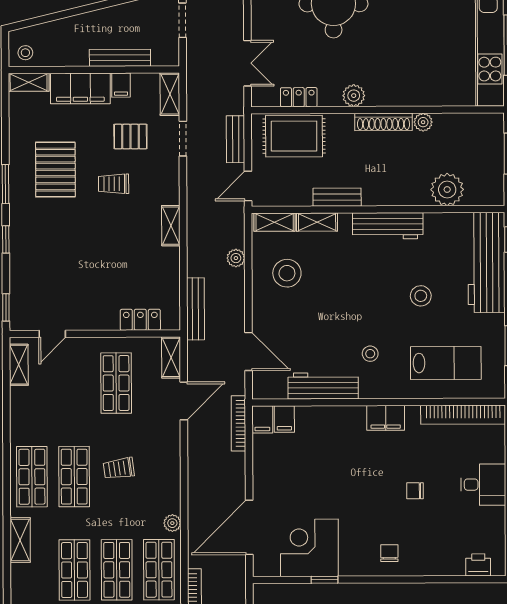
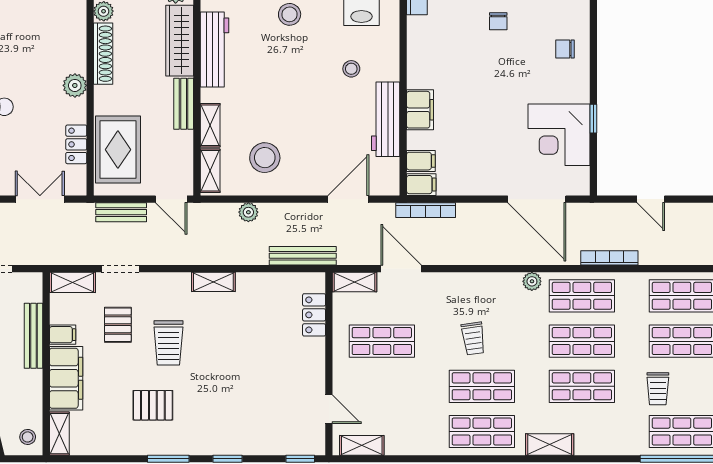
pallet: (55, 170) -> (153, 405), width x0.67, depth x0.71
trolley: (114, 184) -> (168, 343), width x1.36, depth x1.39
wardrobe: (396, 193) -> (180, 41), added
filing cabinet: (386, 418) -> (420, 110), moved

